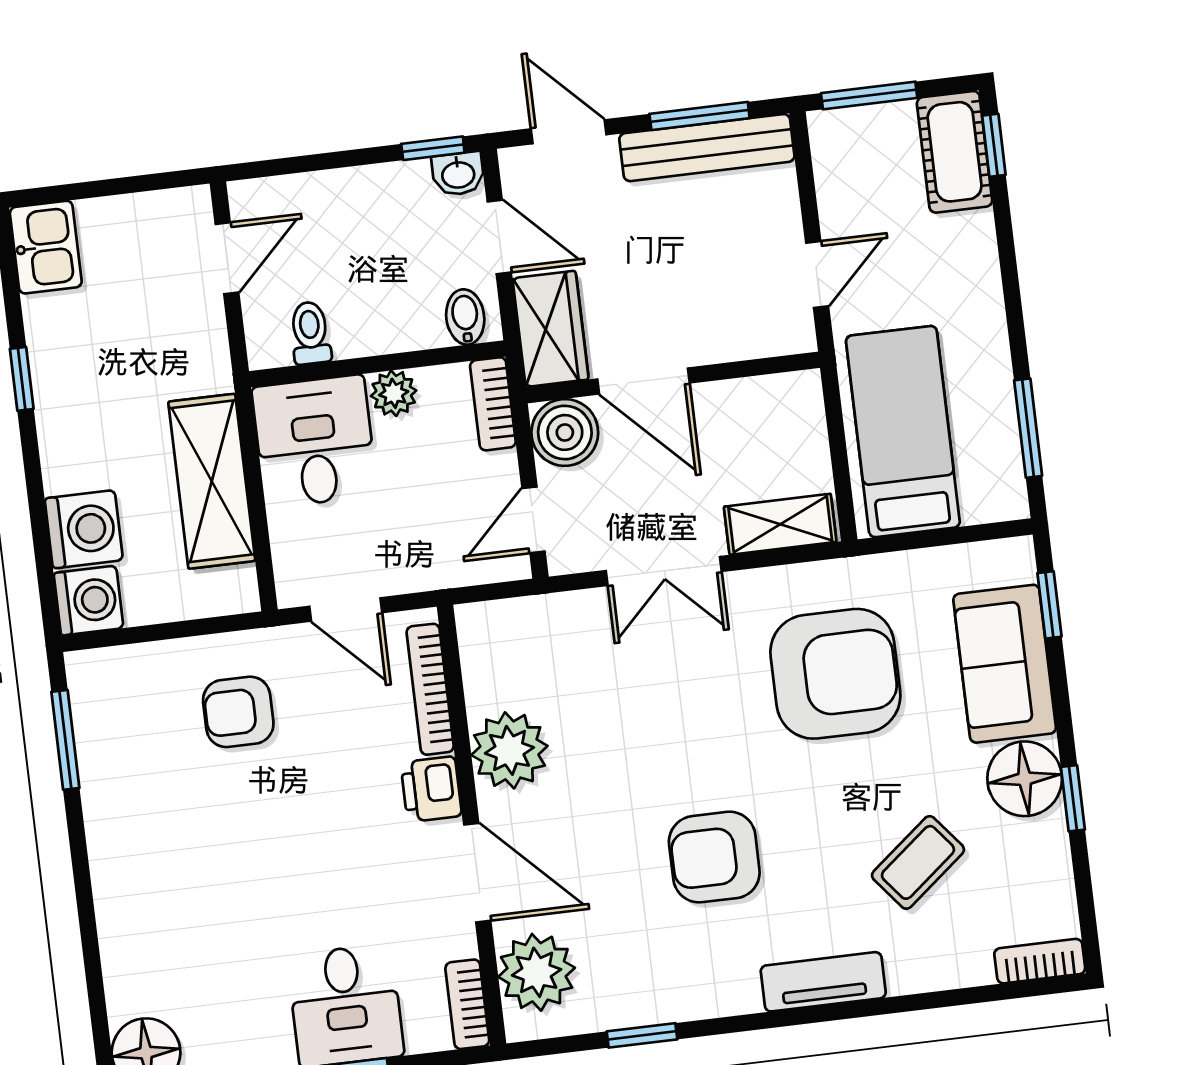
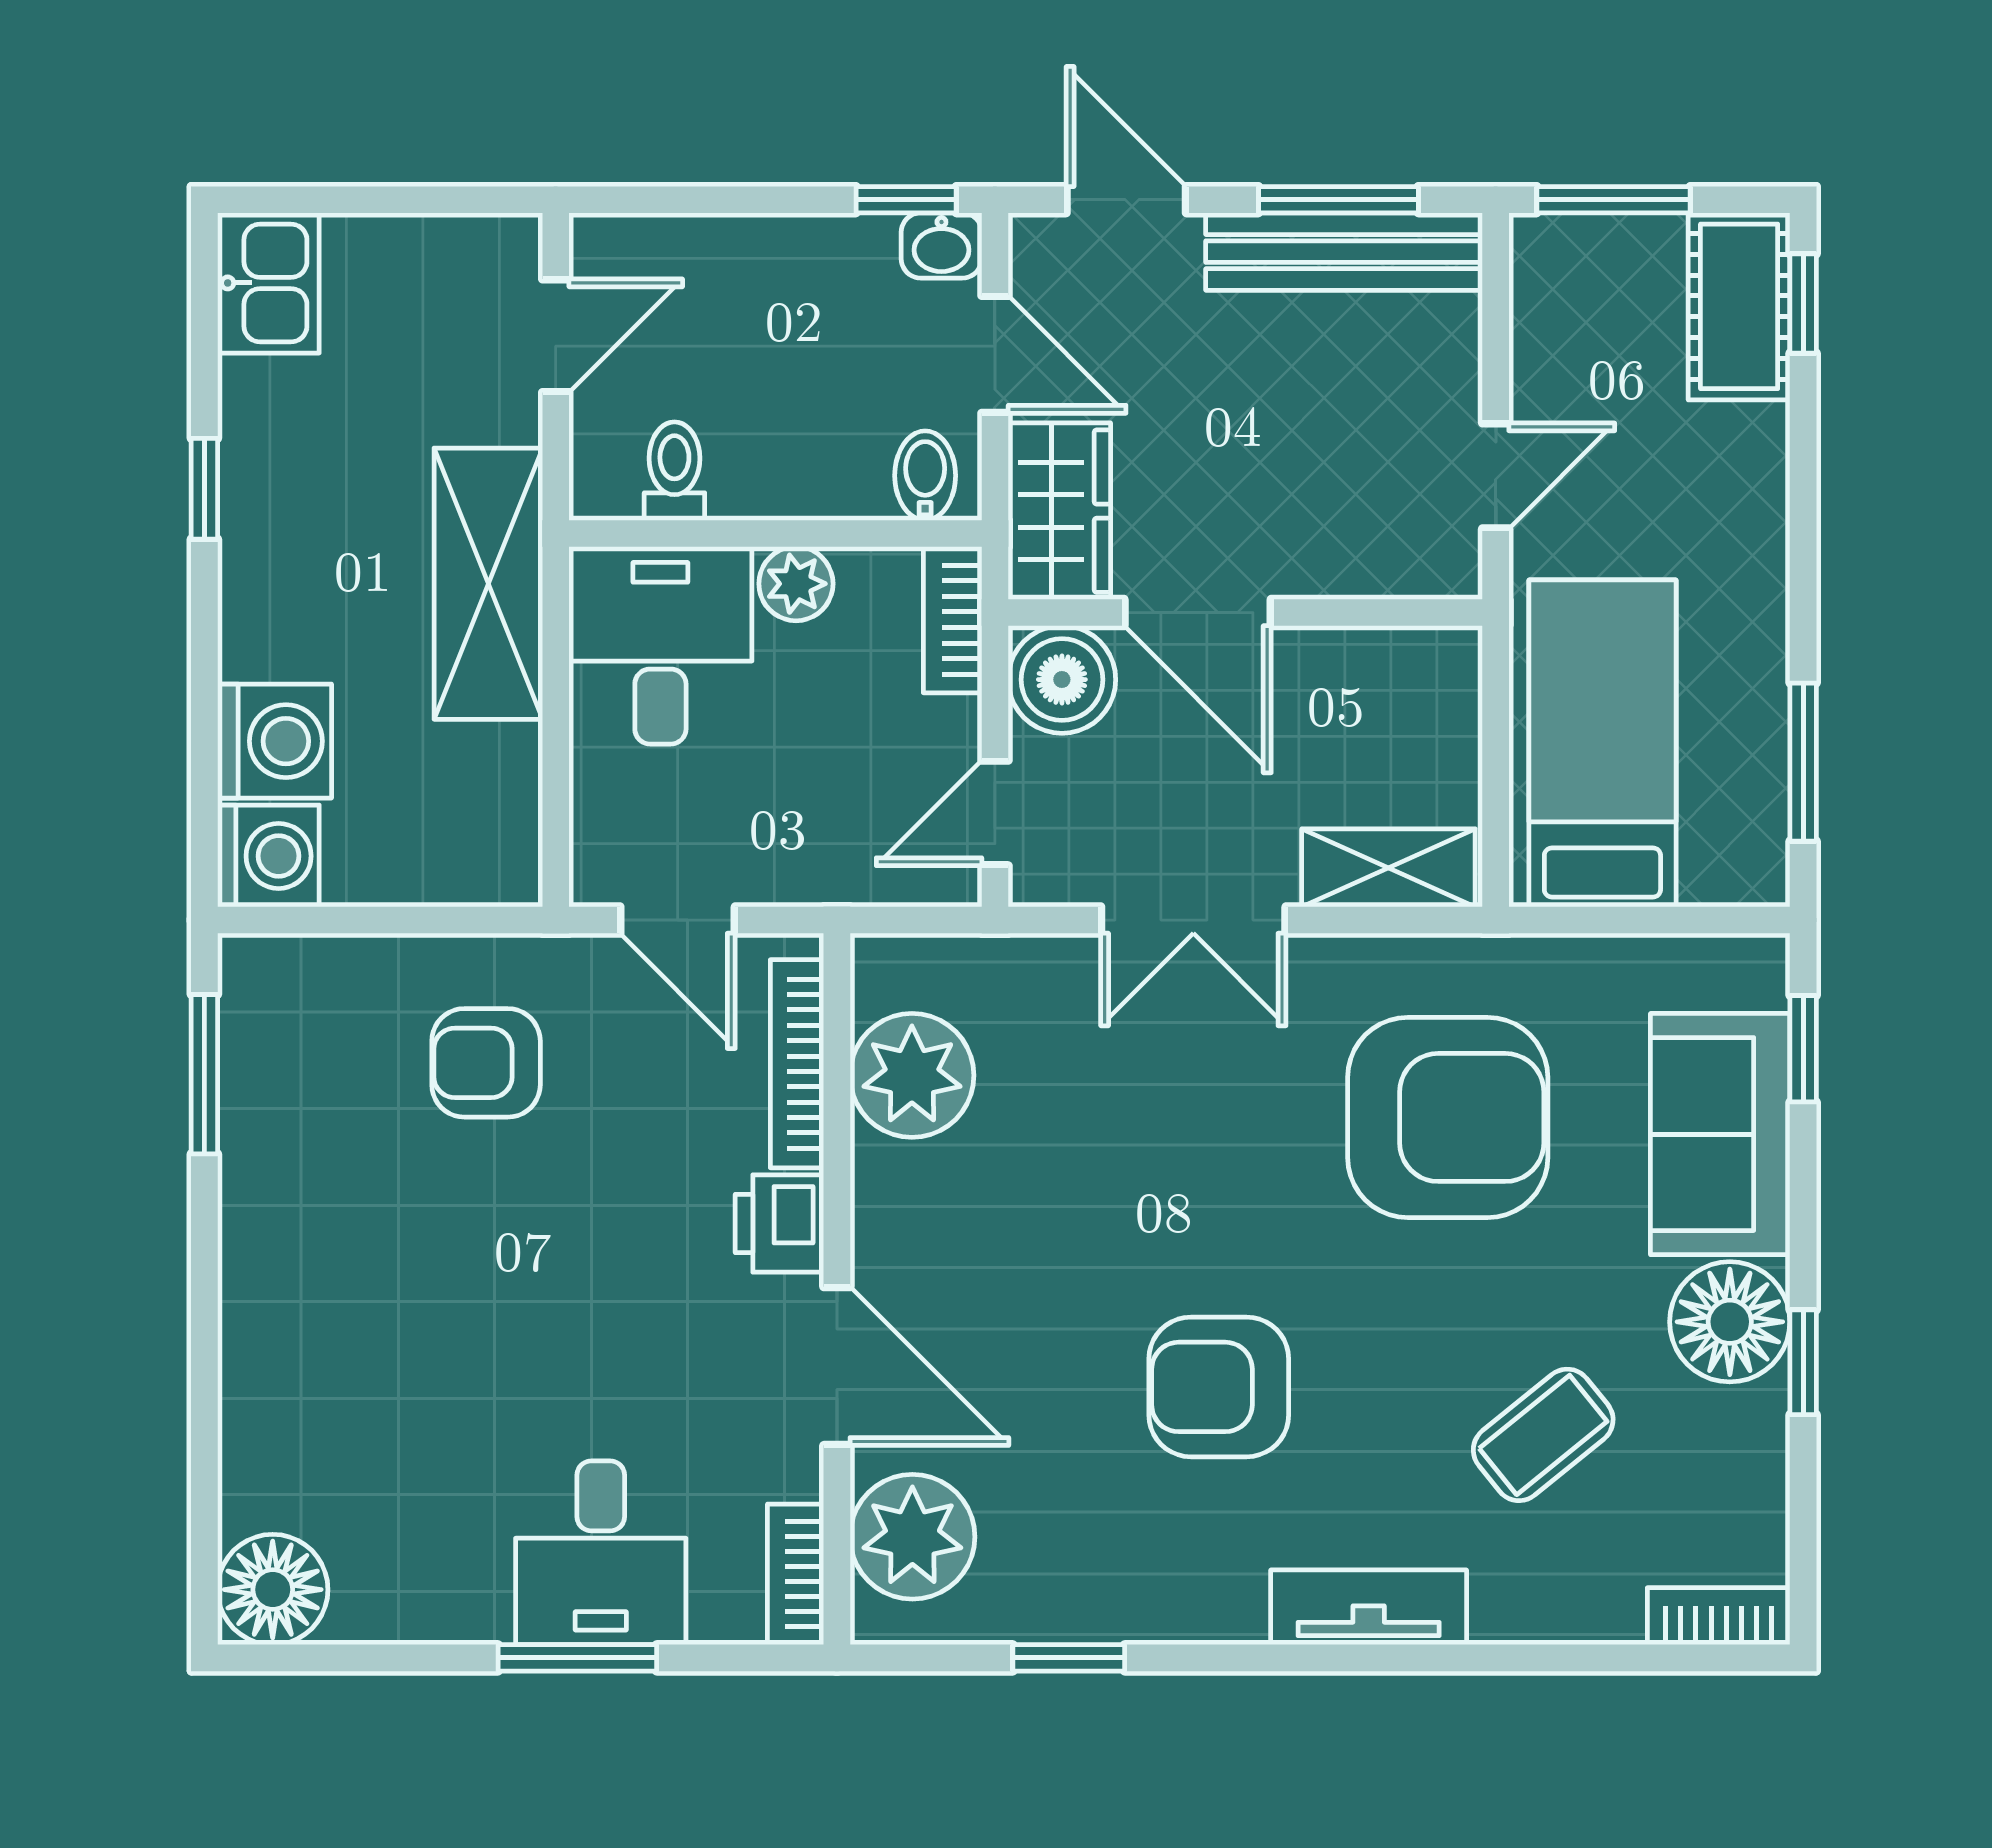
shelving: (212, 481) -> (488, 584), moved
plant: (509, 750) -> (912, 1075), moved

